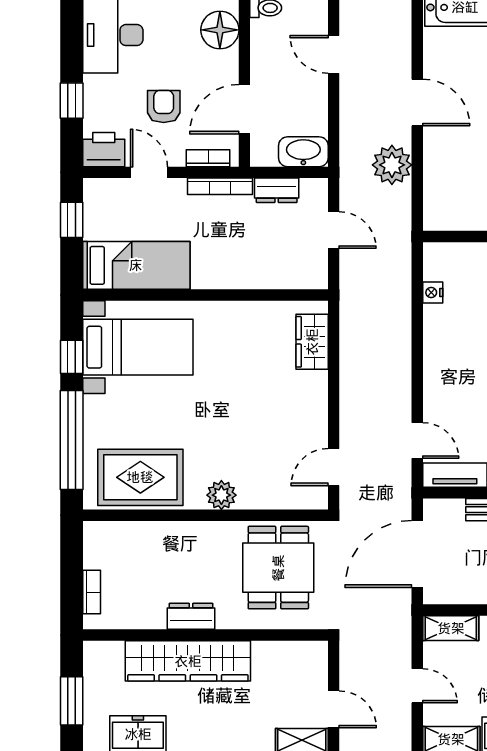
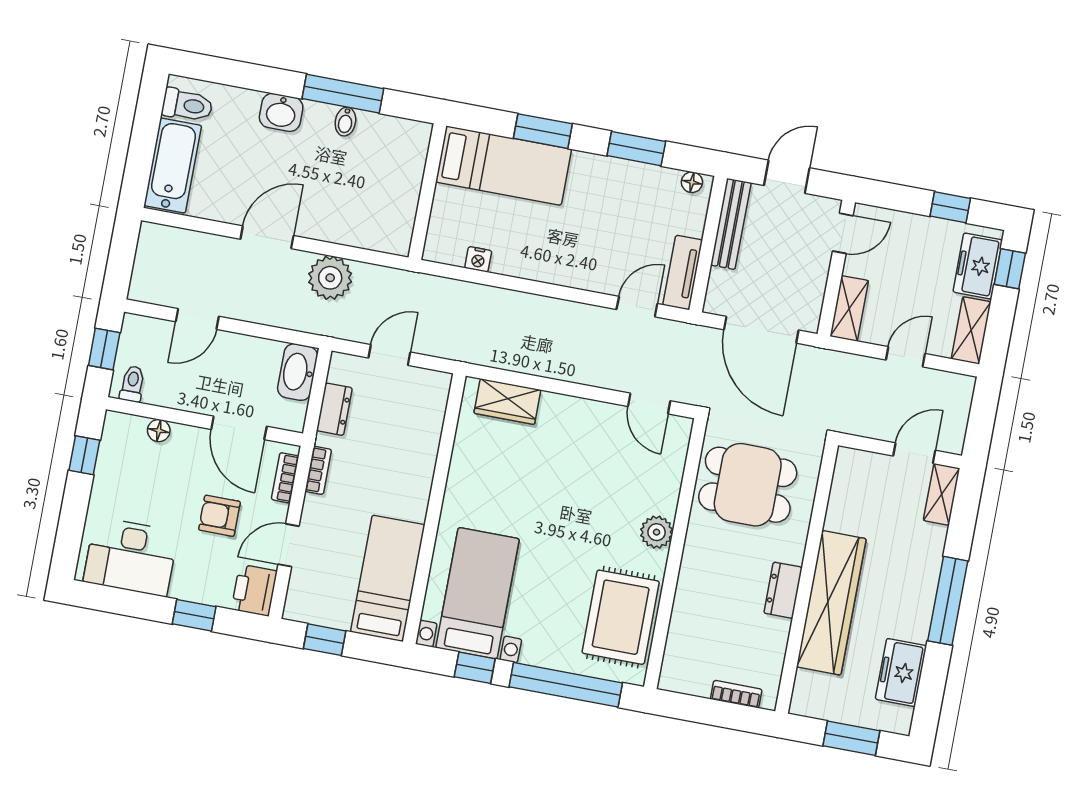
floor lamp: (220, 30) -> (159, 431), width x0.53, depth x0.53
bookcase: (220, 186) -> (318, 470), width x0.64

